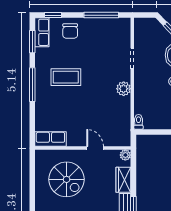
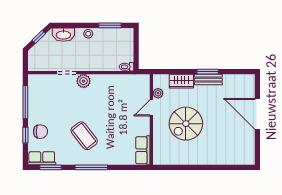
window: (53, 15) -> (25, 135), moved
coffee table: (66, 77) -> (84, 136), turned -38
plant: (124, 89) -> (84, 81), moved
plant: (125, 155) -> (158, 93), moved
spiral stairs: (67, 179) -> (186, 124), moved, turned 180

